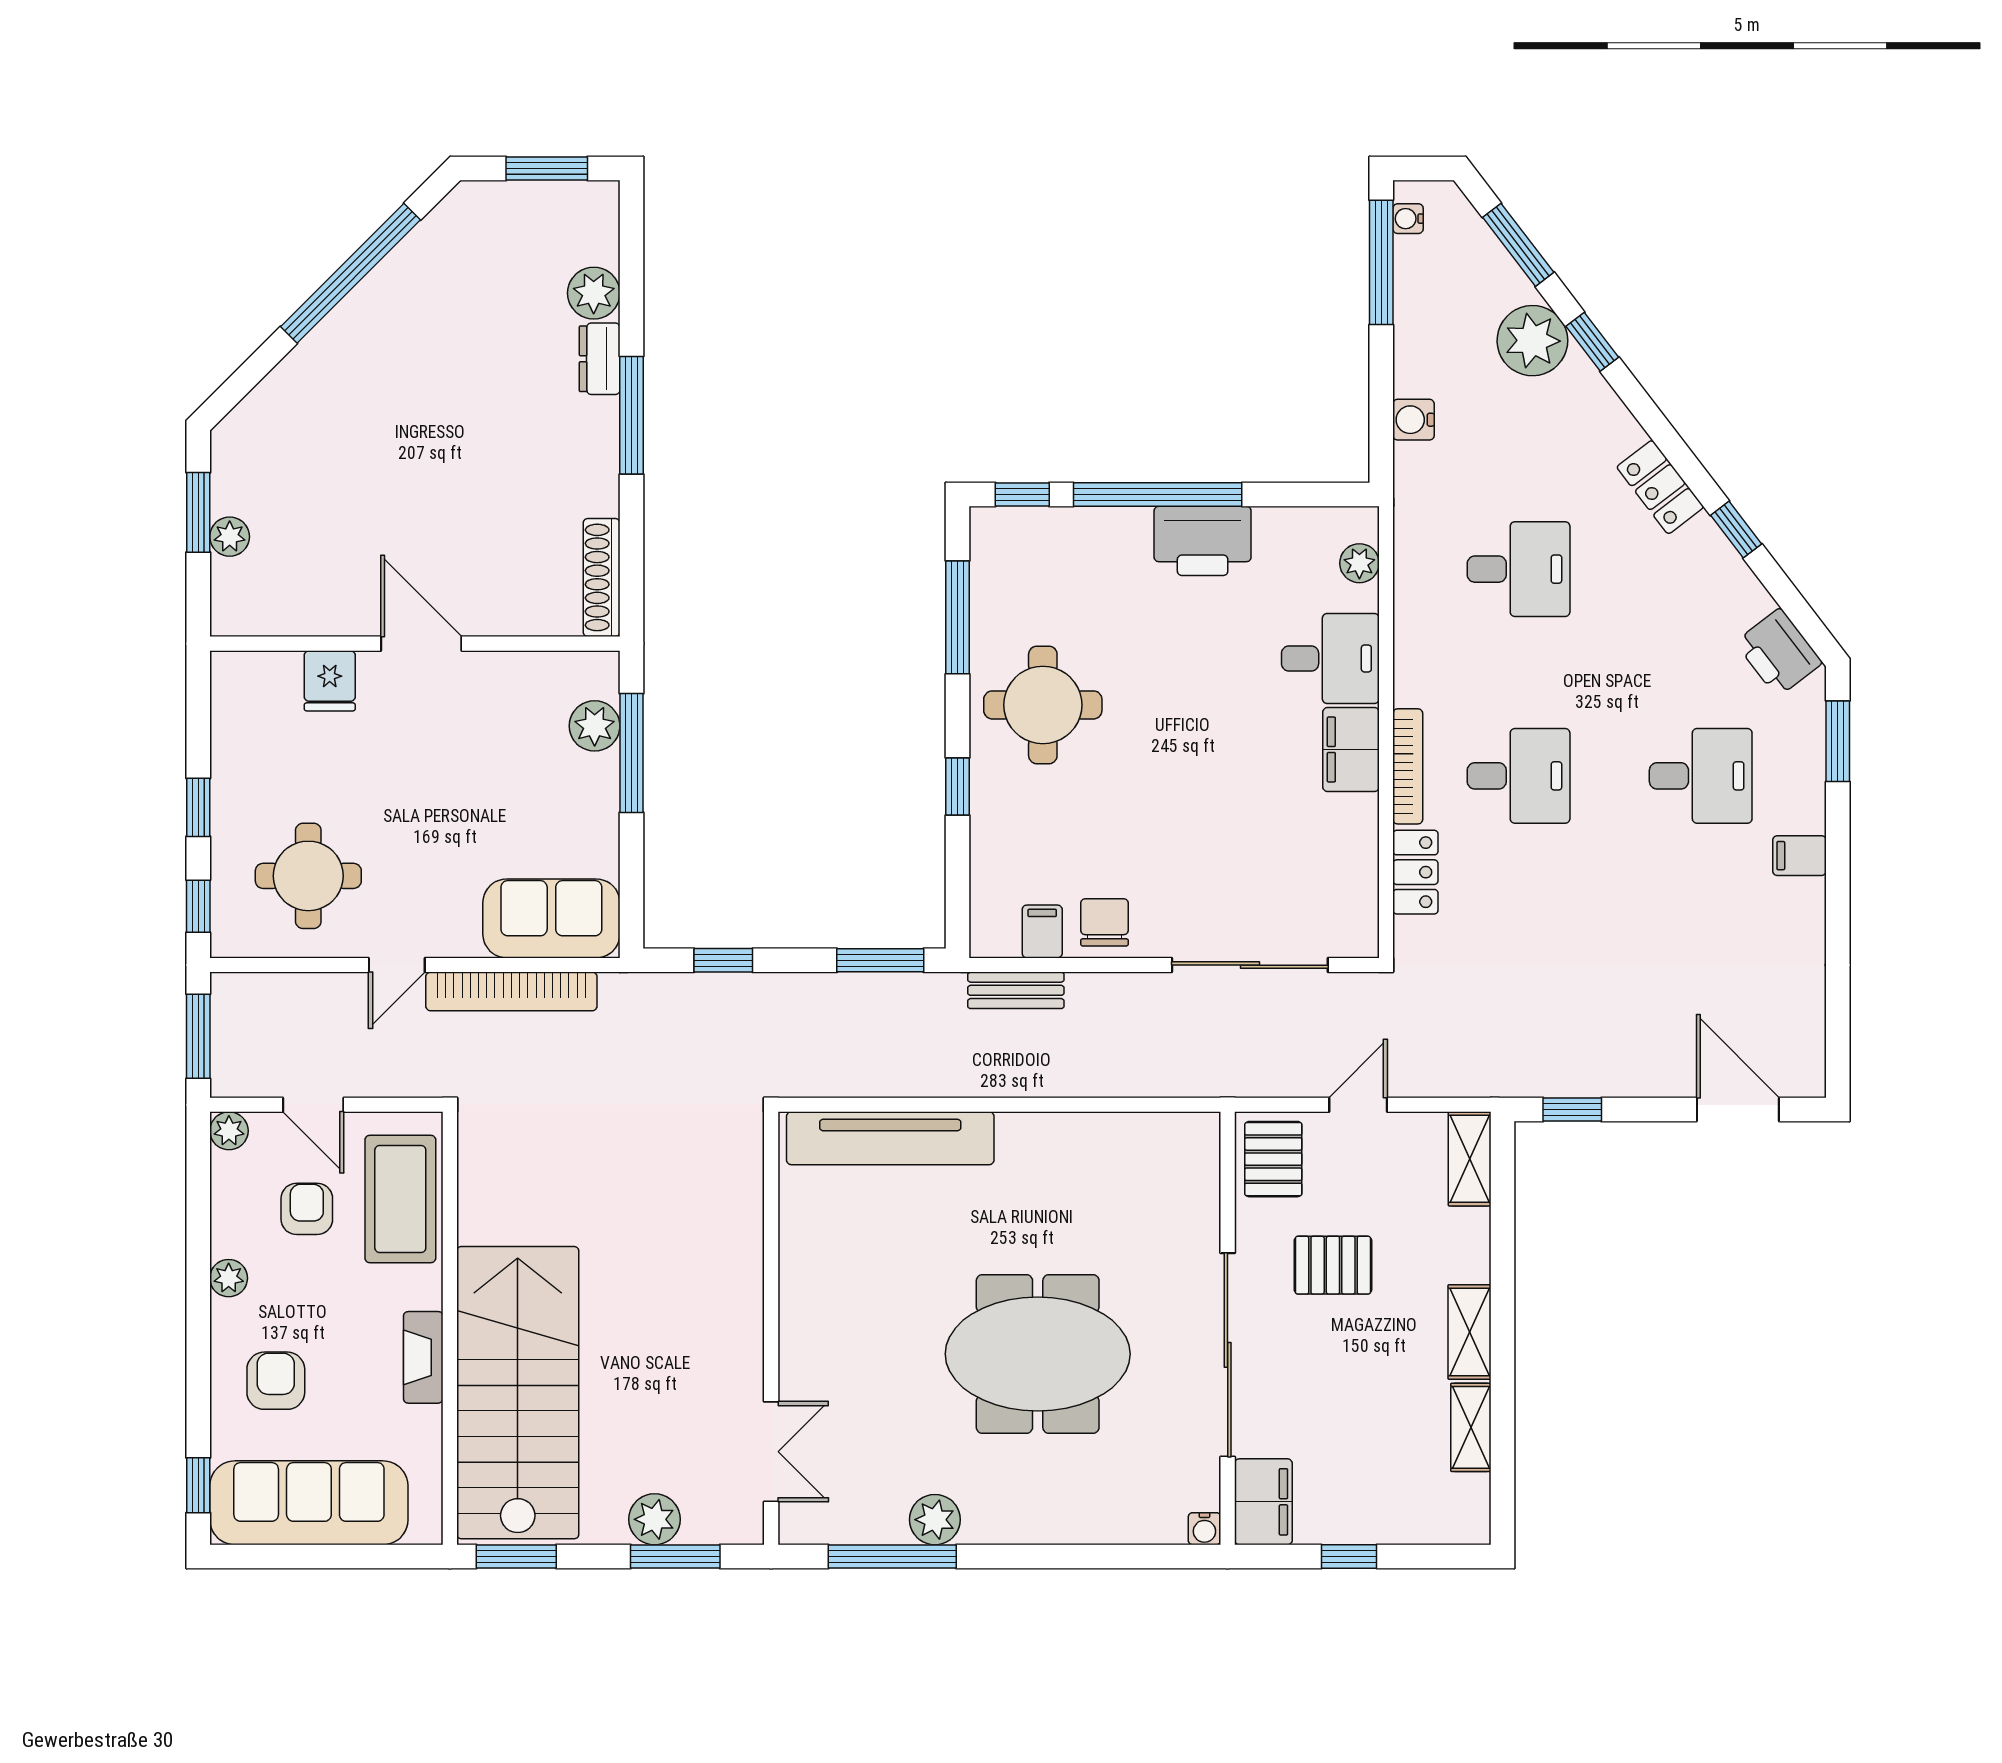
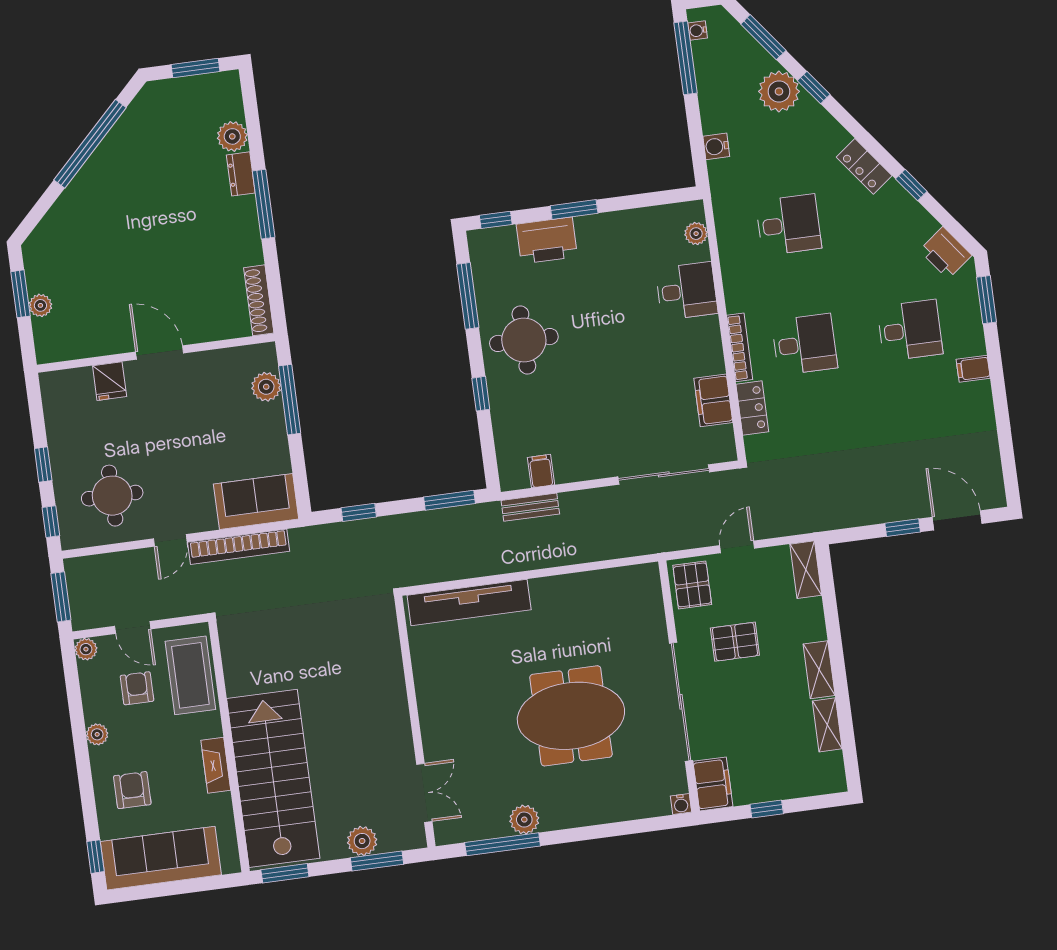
window: (1158, 495) -> (574, 209), width x0.47
printer: (1203, 541) -> (547, 240), moved
filing cabinet: (1351, 750) -> (713, 400), moved
chair: (1104, 922) -> (576, 461), removed
window: (1572, 1109) -> (903, 528), moved

